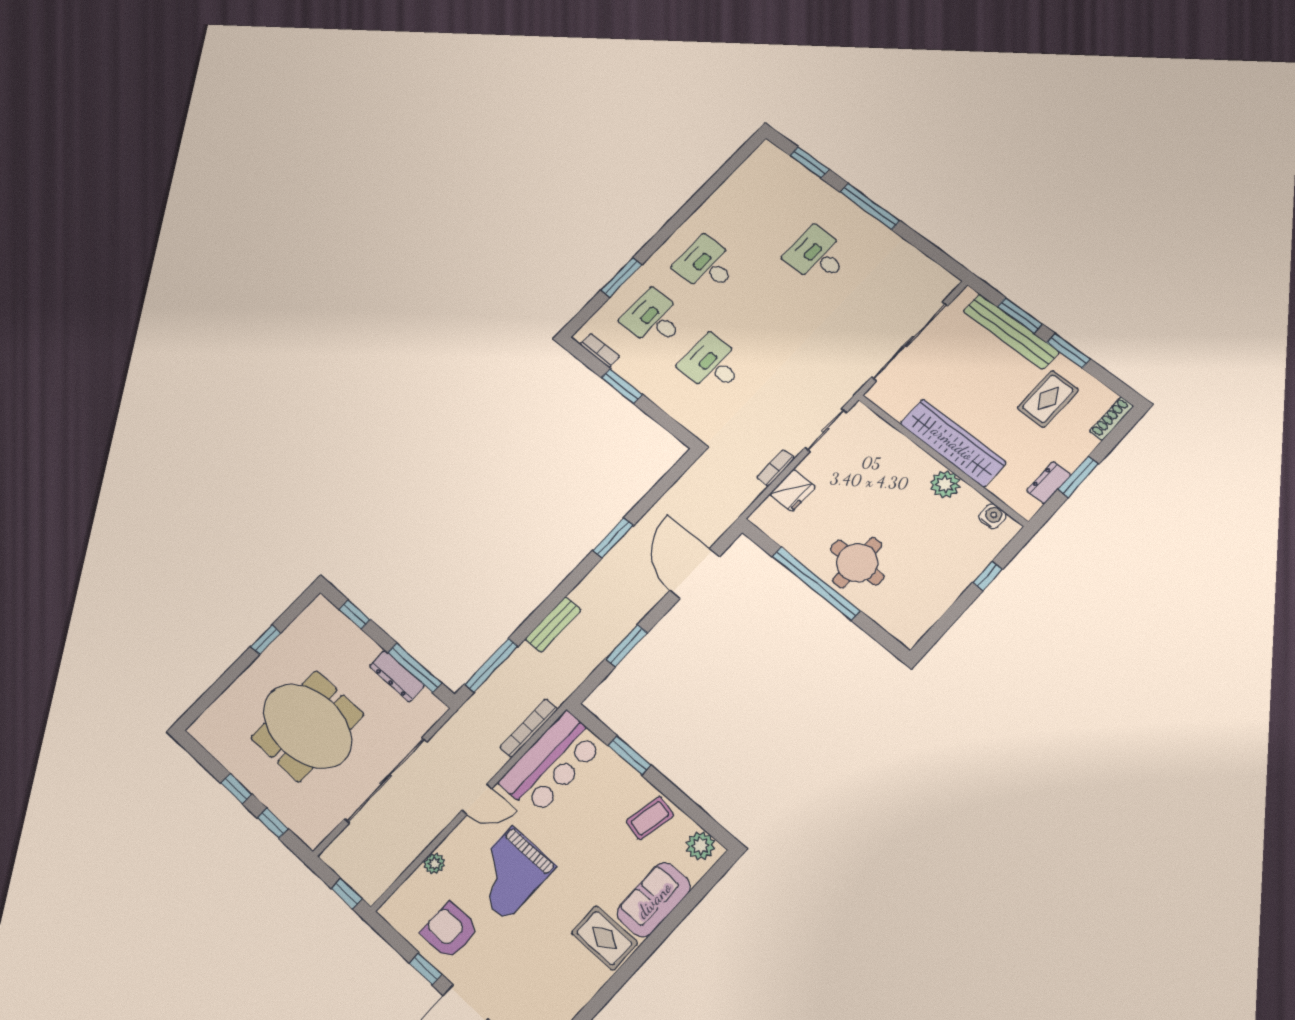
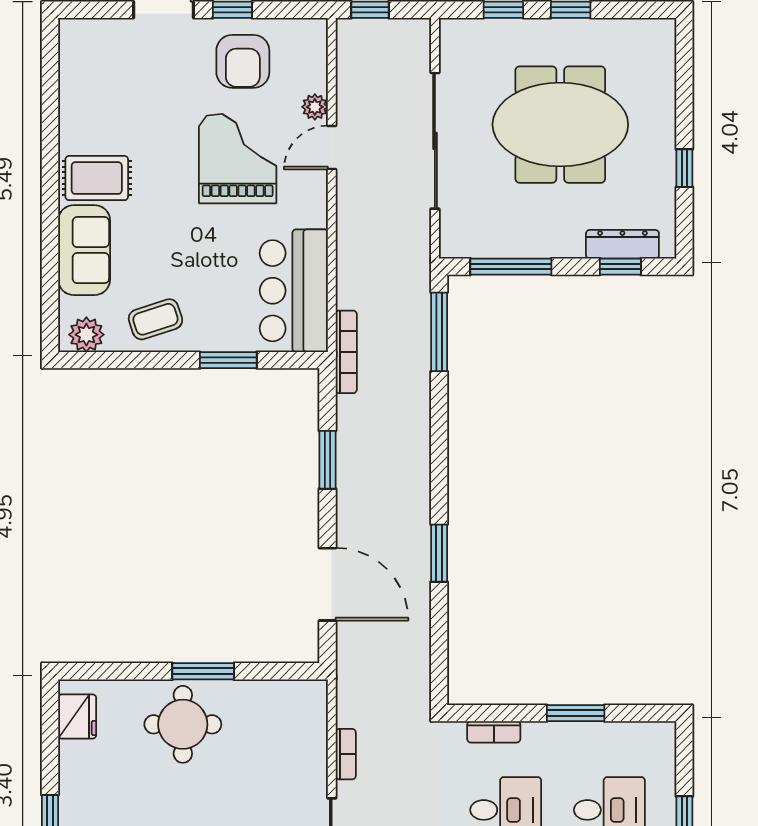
bookcase: (600, 350) -> (494, 732), moved
fridge: (793, 490) -> (77, 717), moved, turned 180
window: (816, 584) -> (203, 671), width x0.47
bench: (553, 625) -> (417, 421), removed
dresser: (397, 676) -> (622, 244), moved
bookcase: (529, 728) -> (346, 352), moved
door: (477, 799) -> (332, 148), moved
coffee table: (650, 818) -> (155, 319), turned 60
armchair: (450, 931) -> (243, 61), turned 90

